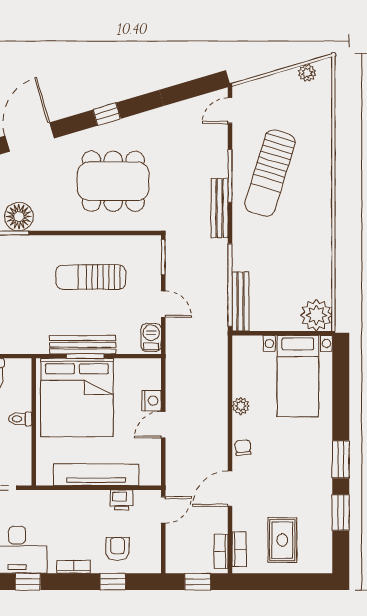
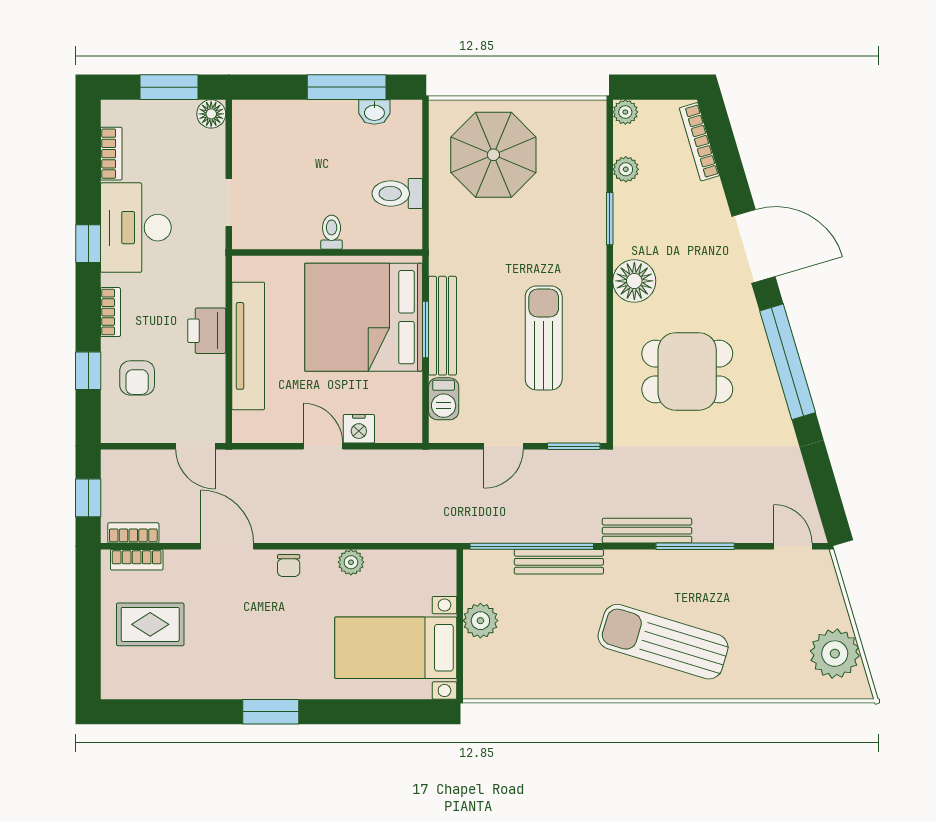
plant: (307, 73) -> (835, 654), width x1.87, depth x1.87
window: (107, 114) -> (788, 362), width x3.17
sun lounger: (270, 173) -> (663, 642), moved
dining table: (113, 181) -> (687, 371), width x0.73
floor lamp: (19, 217) -> (634, 281), moved
bench: (240, 301) -> (559, 562), moved
plant: (316, 315) -> (480, 621), moved, width x0.73, depth x0.73
barbecue: (151, 337) -> (444, 399), moved, turned 90
chair: (243, 448) -> (289, 566), turned 95
printer: (122, 500) -> (207, 331), moved, width x1.36, depth x1.24
window: (341, 513) -> (191, 712), removed
armchair: (118, 549) -> (137, 378), turned 90

